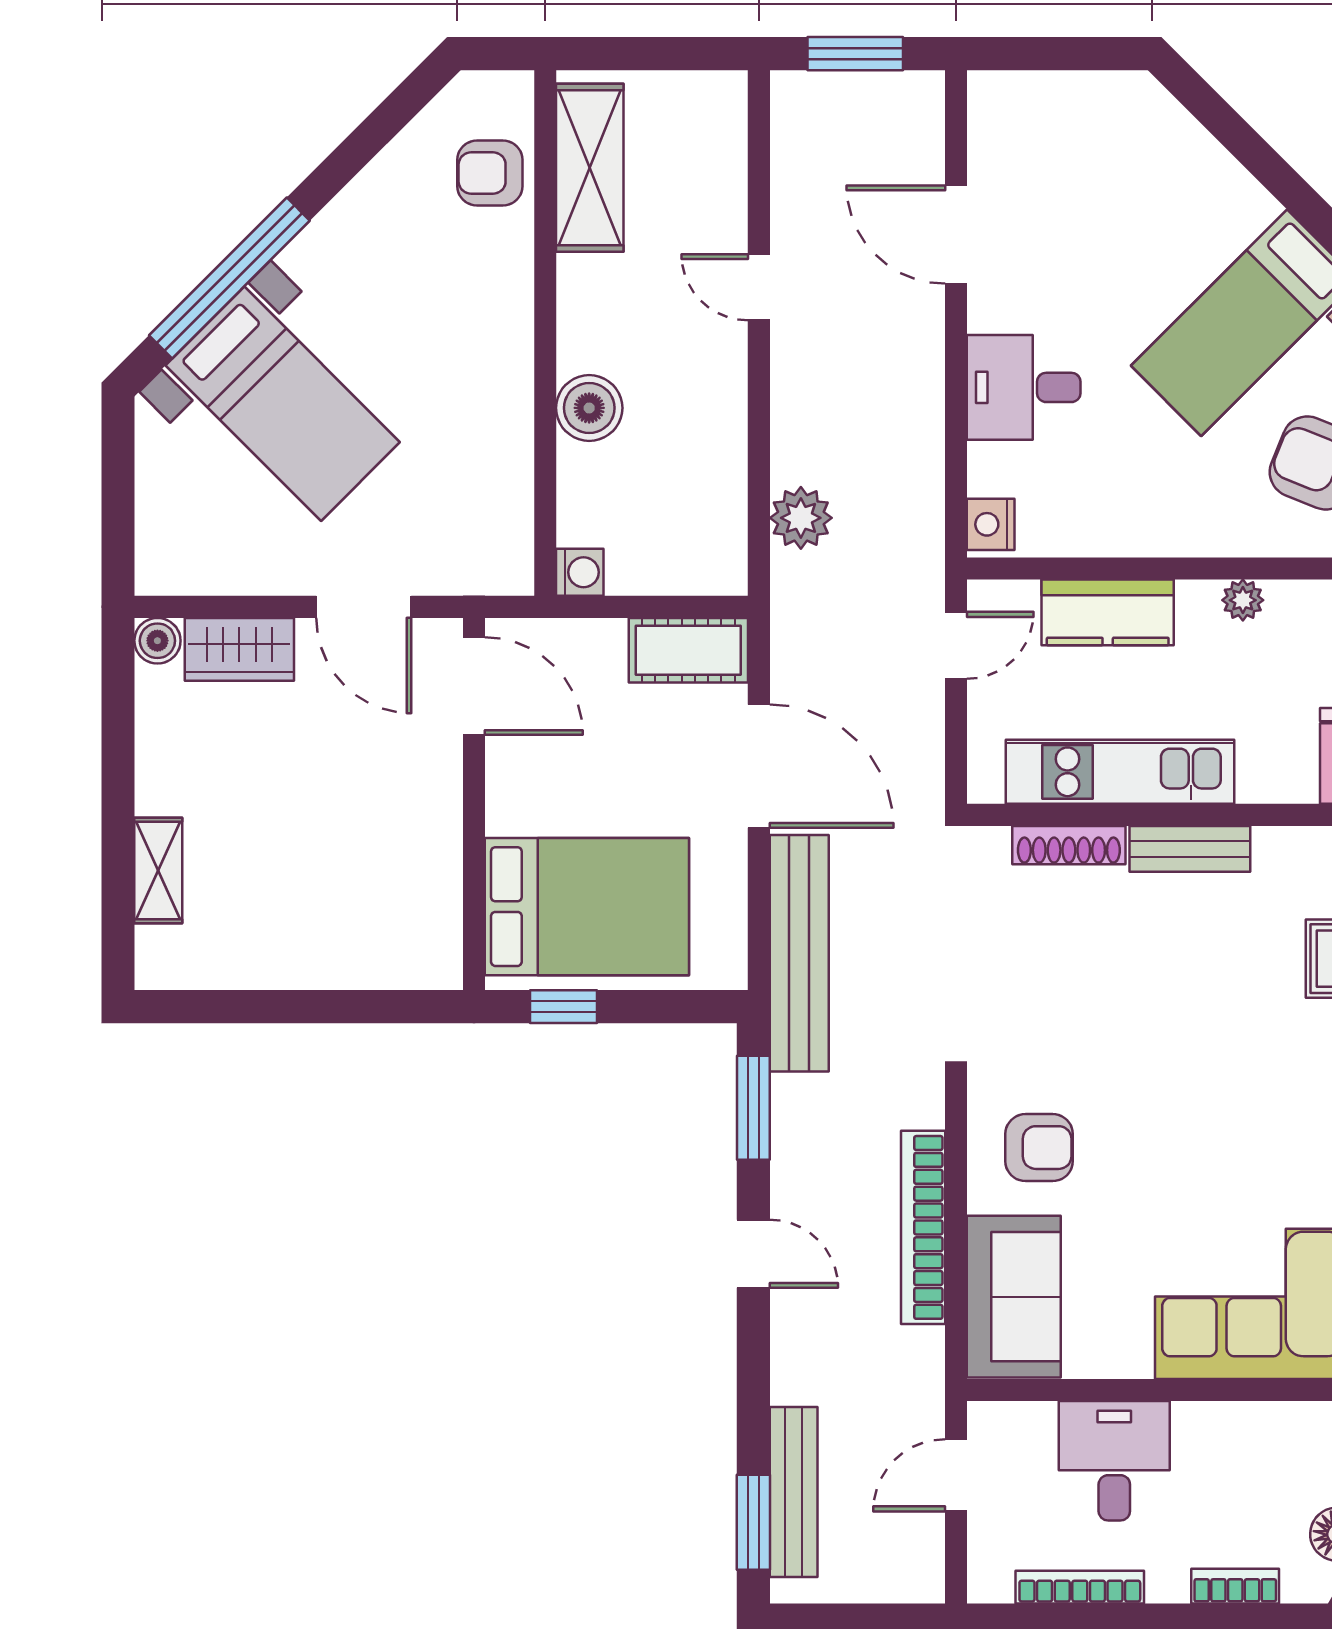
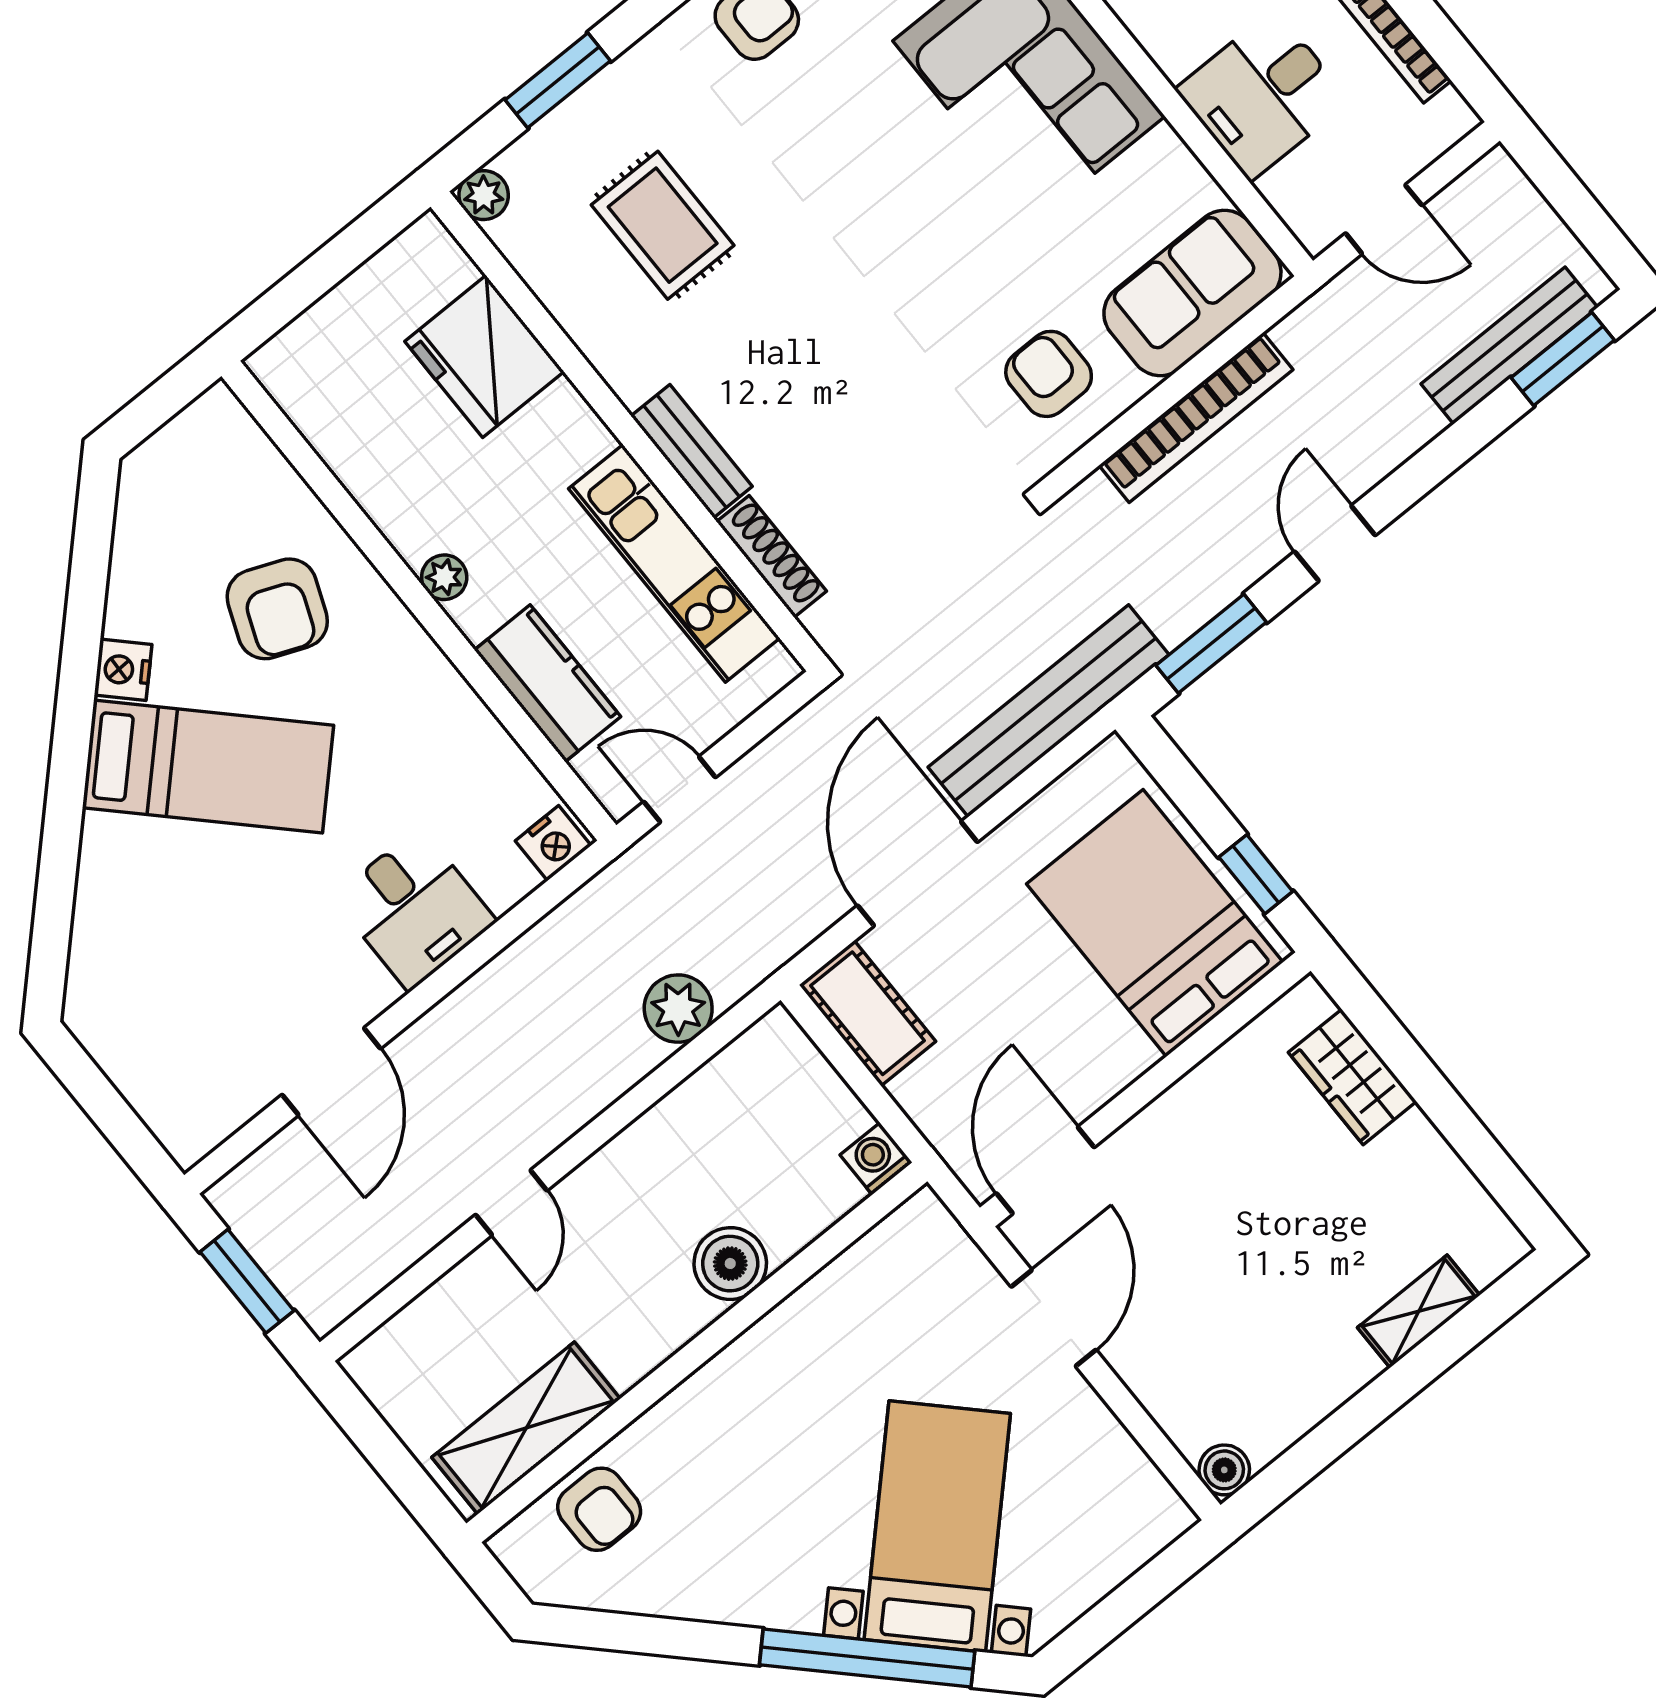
wardrobe: (239, 649) -> (1352, 1077), moved, turned 180

